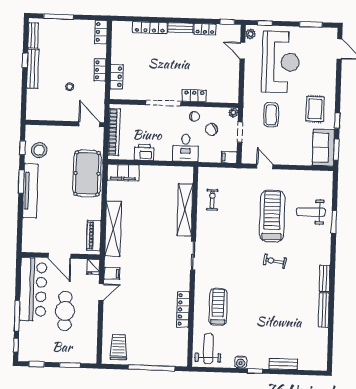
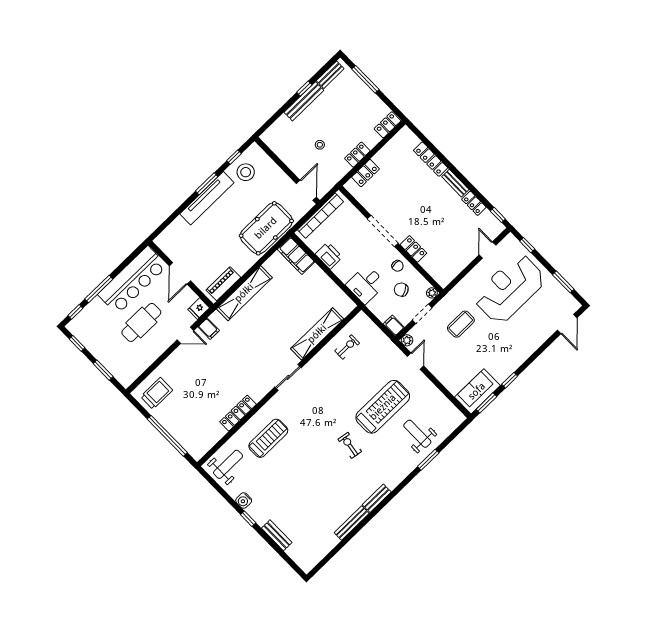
plant: (250, 34) -> (407, 340), moved
reception desk: (281, 62) -> (510, 289), turned 180
rug: (315, 109) -> (501, 354), removed

